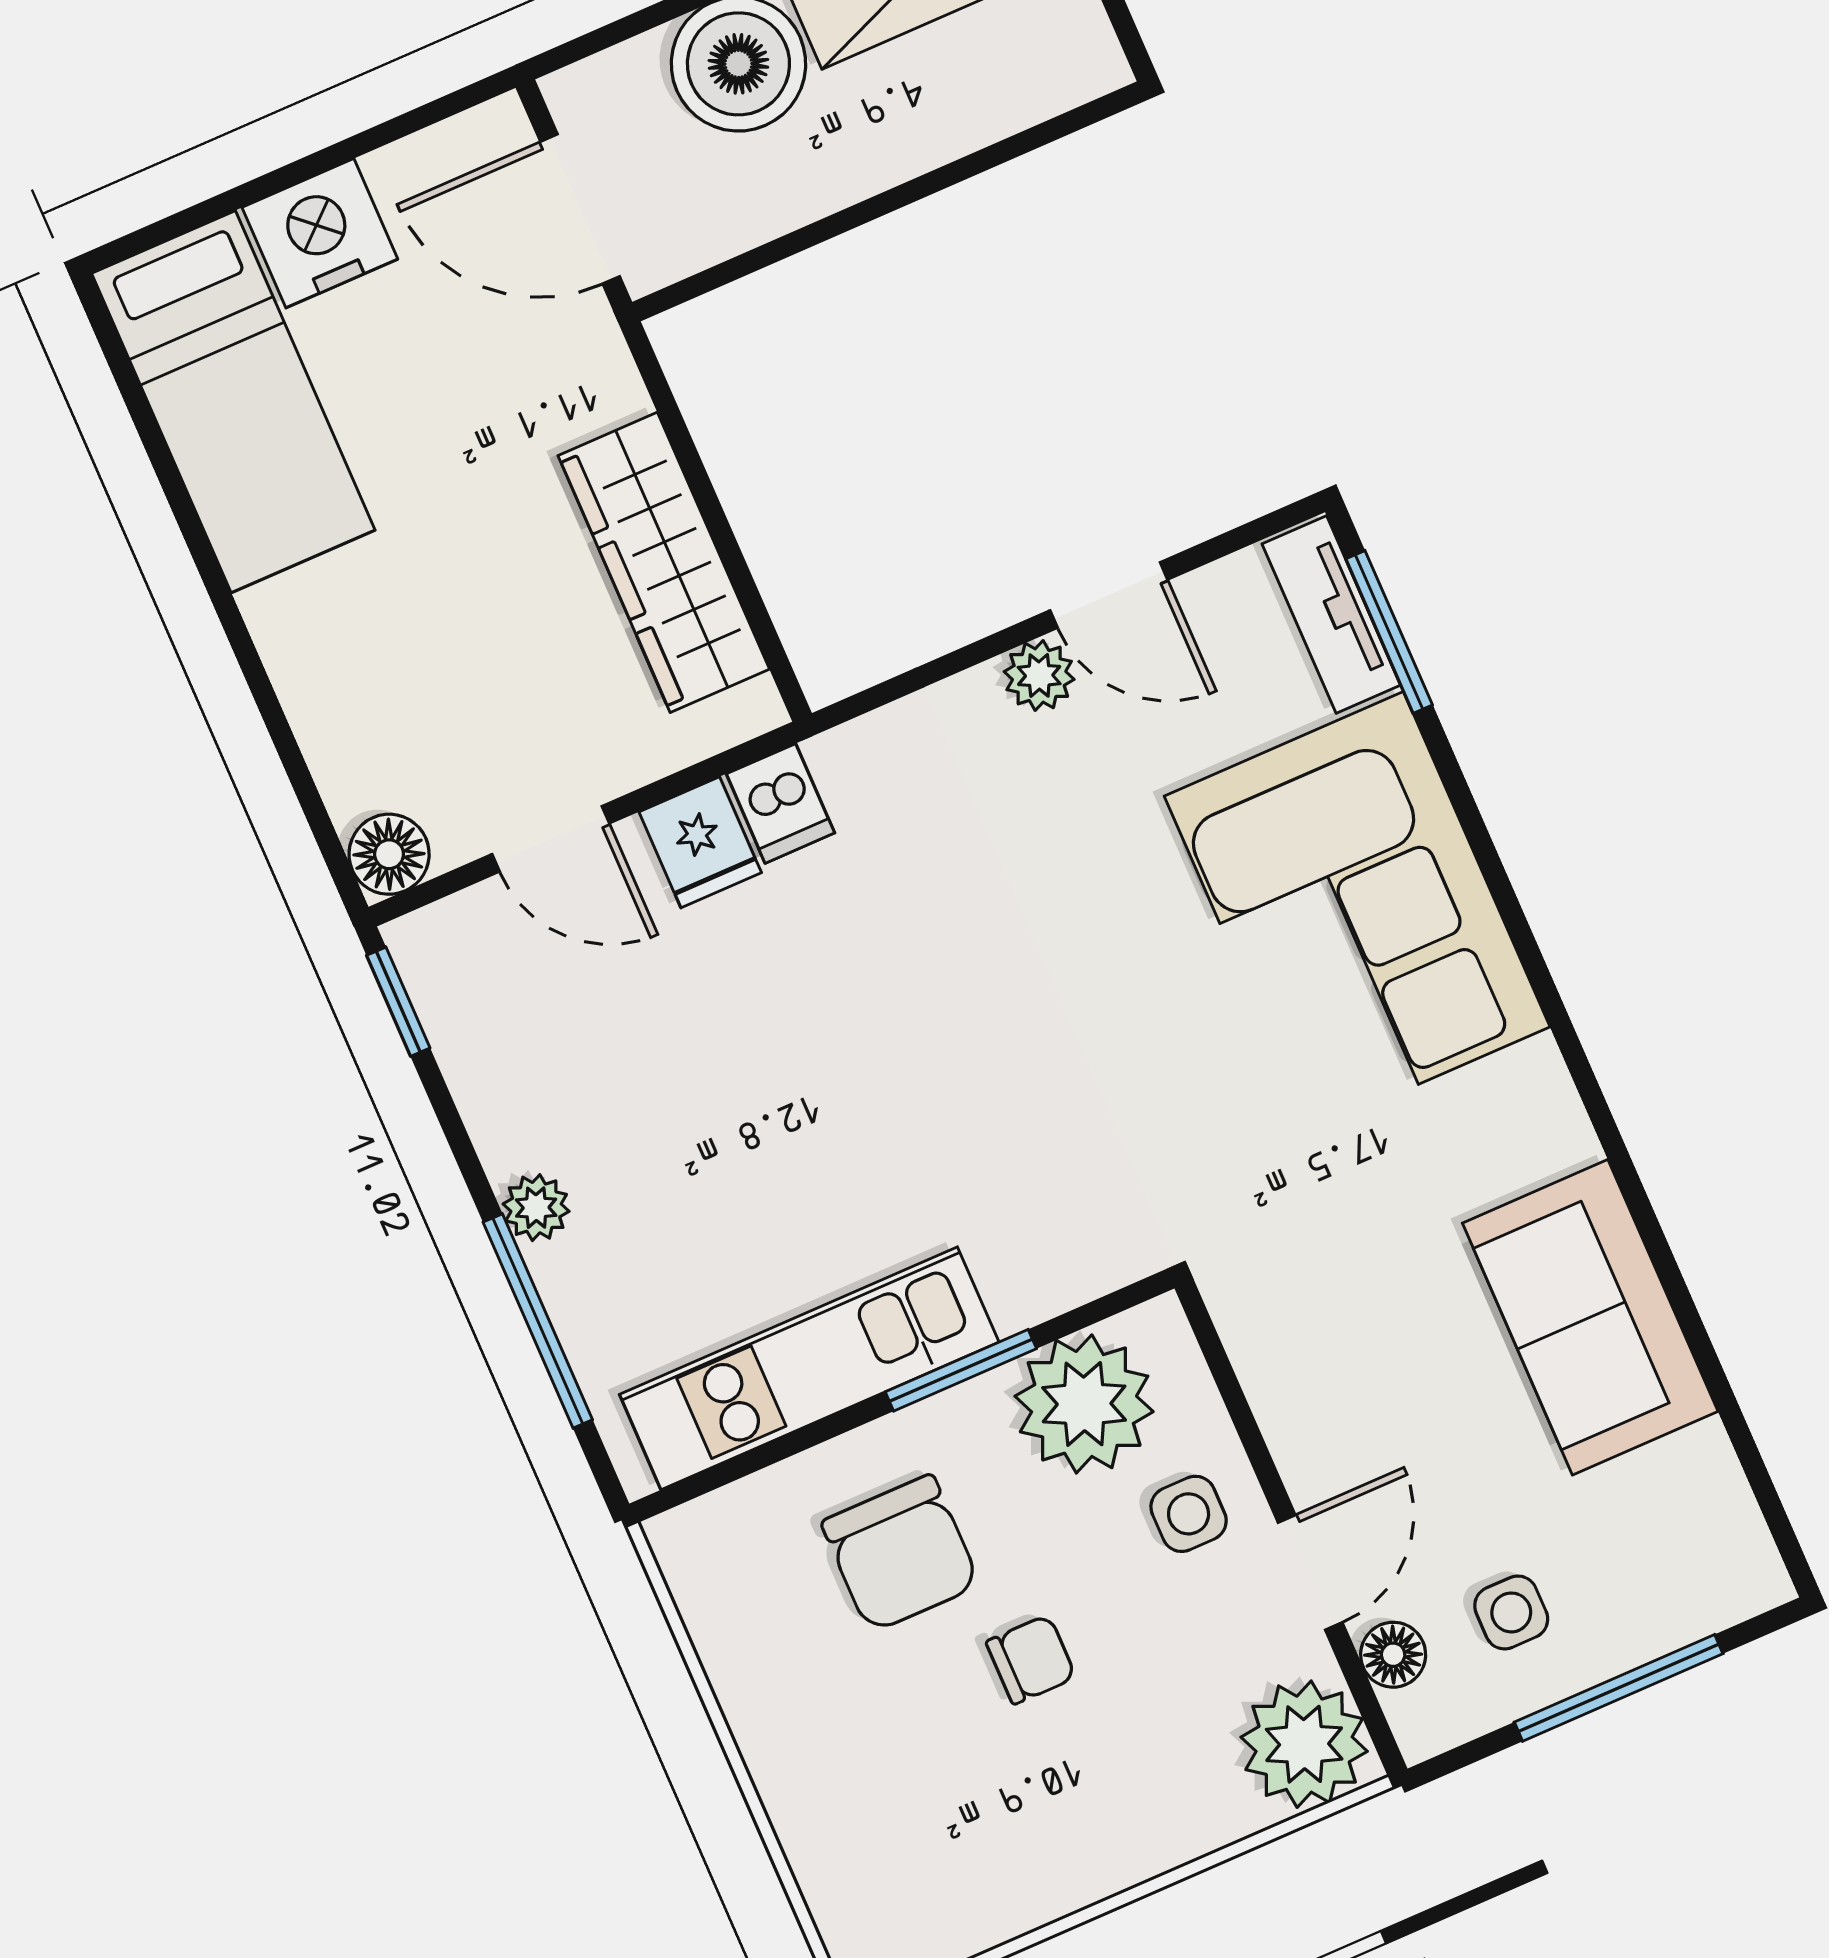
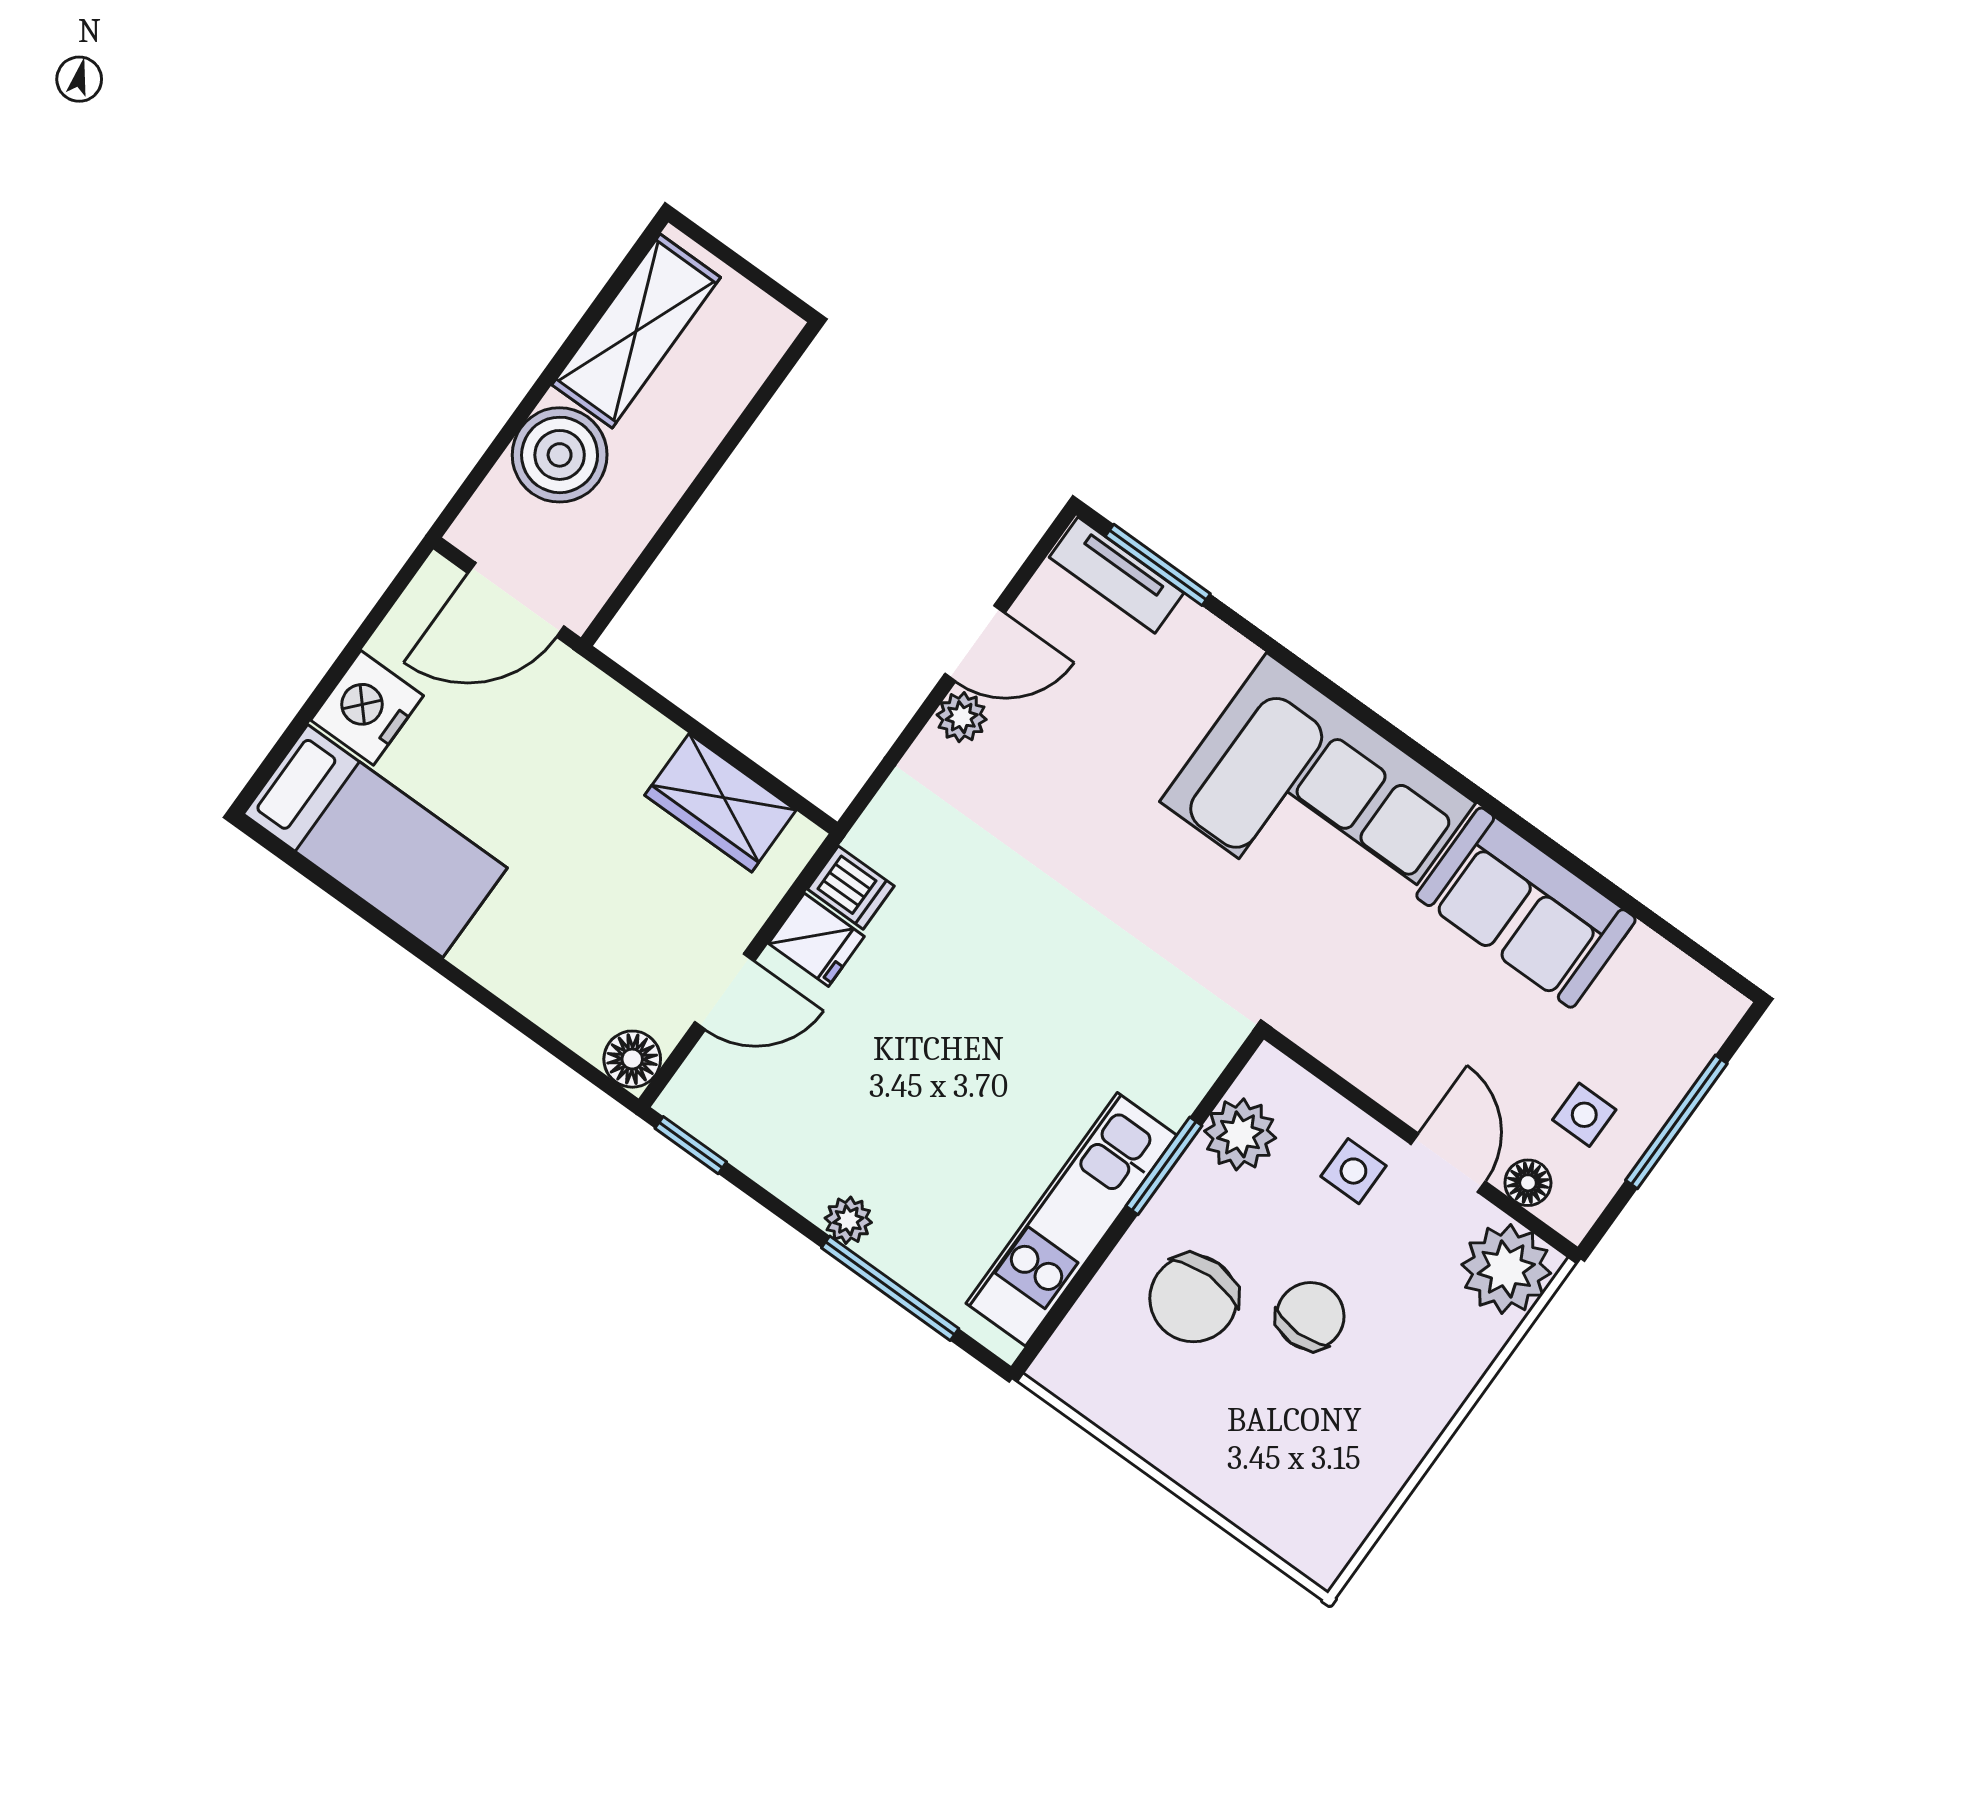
wardrobe: (664, 562) -> (720, 803), width x0.67
corner sofa: (1357, 912) -> (1318, 802), moved
plant: (1084, 1404) -> (1240, 1134), width x0.73, depth x0.73
chair: (901, 1553) -> (1193, 1299), turned 90
chair: (1031, 1660) -> (1310, 1316), width x1.37, depth x1.37

